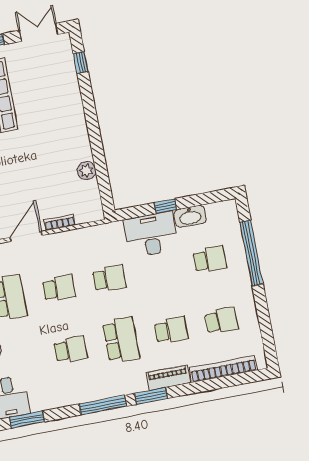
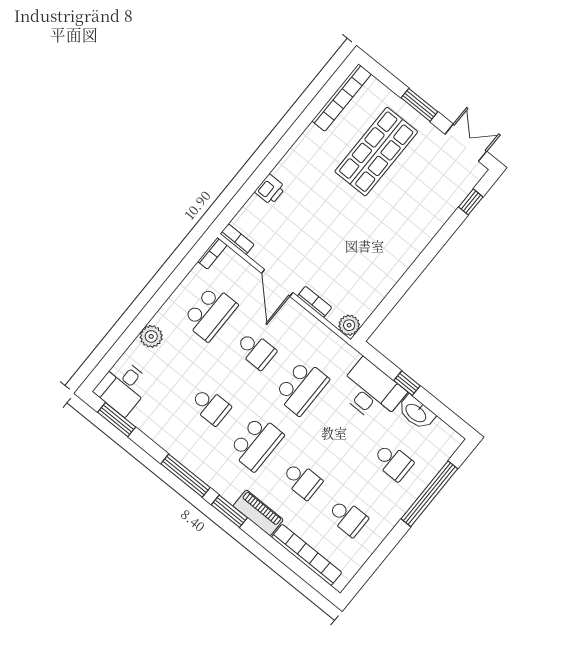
plant: (87, 171) -> (349, 325), moved
door: (26, 236) -> (277, 283), swing flipped
school desk: (109, 279) -> (302, 387), width x1.85

